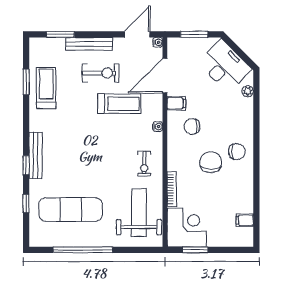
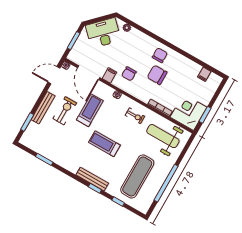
door: (137, 34) -> (54, 75), hinge flipped
treadmill: (46, 88) -> (104, 144), moved

